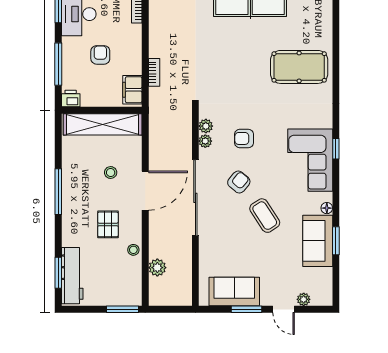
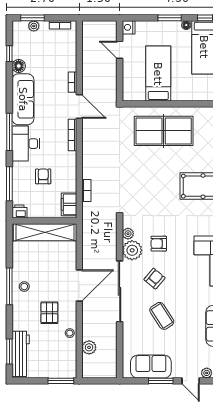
plant: (205, 141) -> (132, 250), width x1.87, depth x1.87
stool: (111, 172) -> (24, 287), moved
coffee table: (265, 216) -> (162, 316), moved

